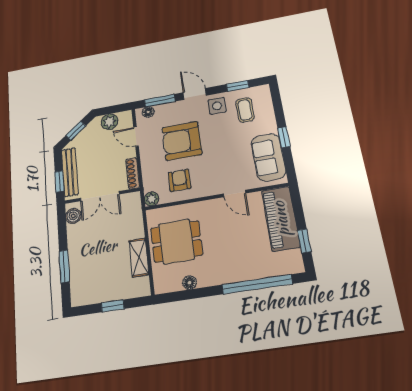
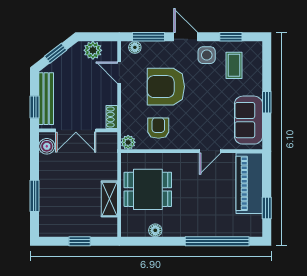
shoe rack: (133, 173) -> (112, 117), width x0.70
door: (235, 194) -> (210, 151), hinge flipped

